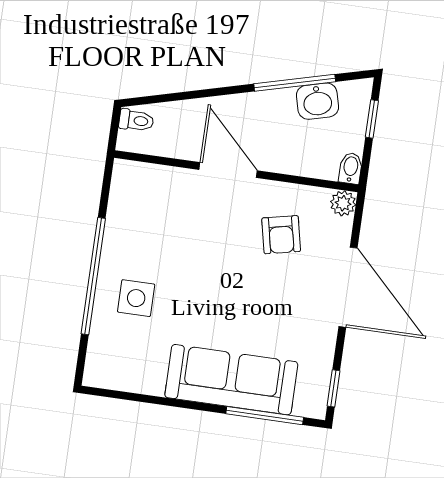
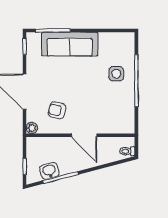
bidet: (351, 168) -> (31, 144), removed
armchair: (281, 235) -> (57, 110), turned -65

